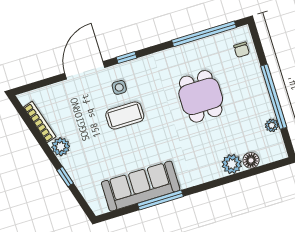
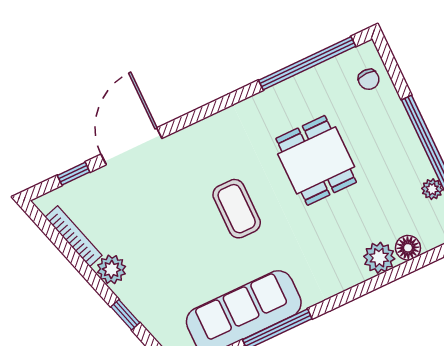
window: (127, 58) -> (74, 174), moved
side table: (119, 87) -> (189, 165), removed
coffee table: (125, 116) -> (237, 209), moved, turned 90

